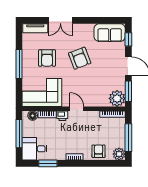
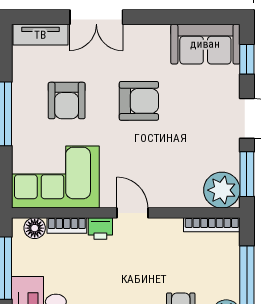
armchair: (80, 58) -> (139, 101), turned -69

